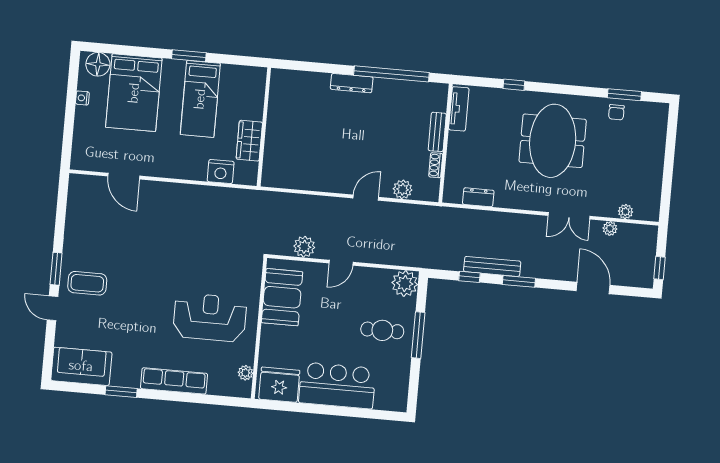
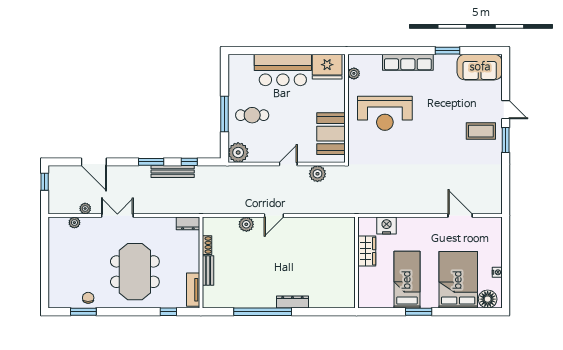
tv unit: (459, 109) -> (193, 290), moved
bench: (437, 132) -> (208, 271), moved
wall: (445, 143) -> (201, 263), moved
shoe rack: (436, 165) -> (207, 245), moved

